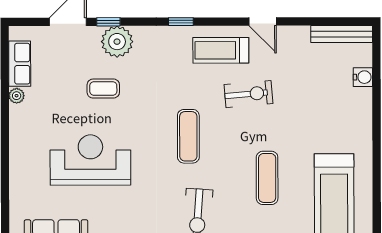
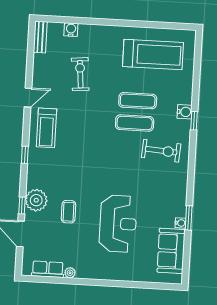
bench: (342, 34) -> (40, 37), width x0.73
exercise bike: (248, 94) -> (80, 74), moved
exercise mat: (188, 136) -> (135, 123), moved
reception desk: (90, 160) -> (118, 224), turned 180

